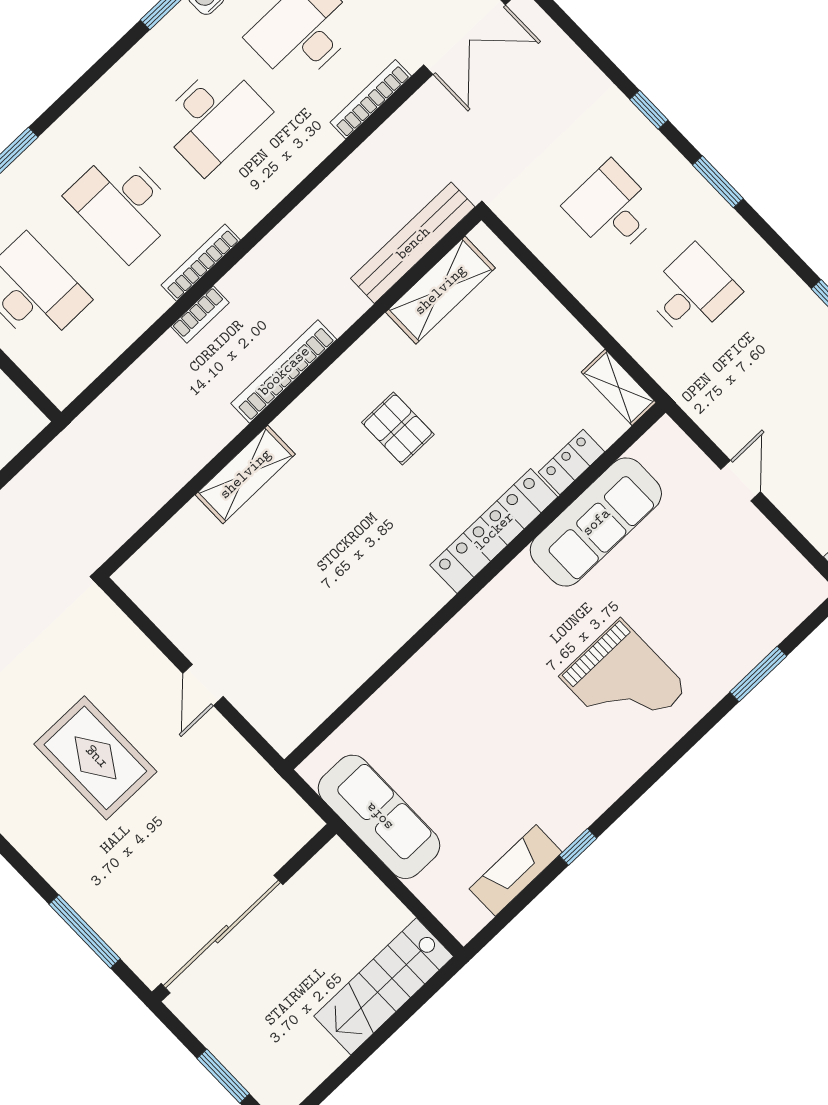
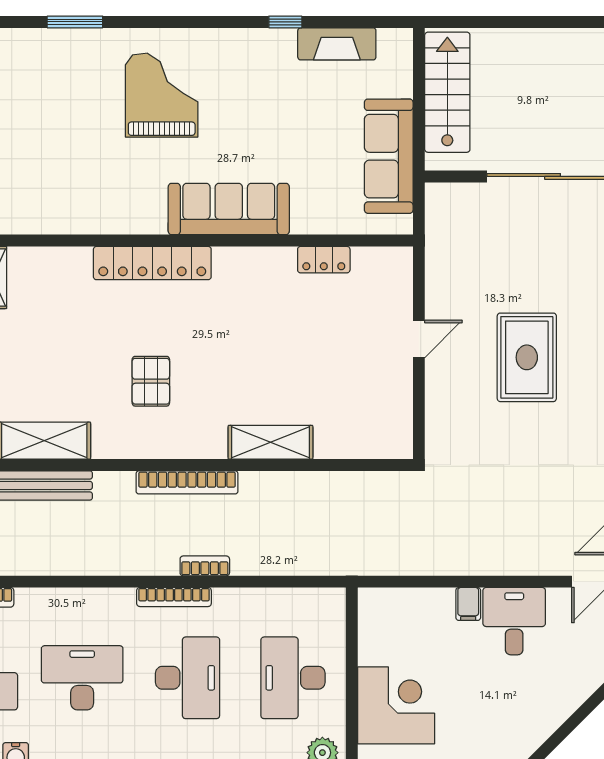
locker: (572, 462) -> (324, 260), moved
sofa: (596, 522) -> (229, 209), moved
stairs: (384, 986) -> (447, 92), moved, turned -90

